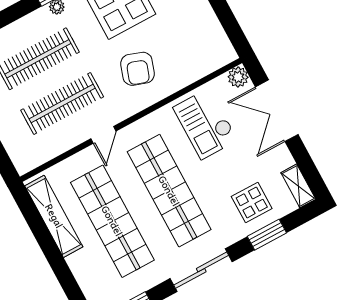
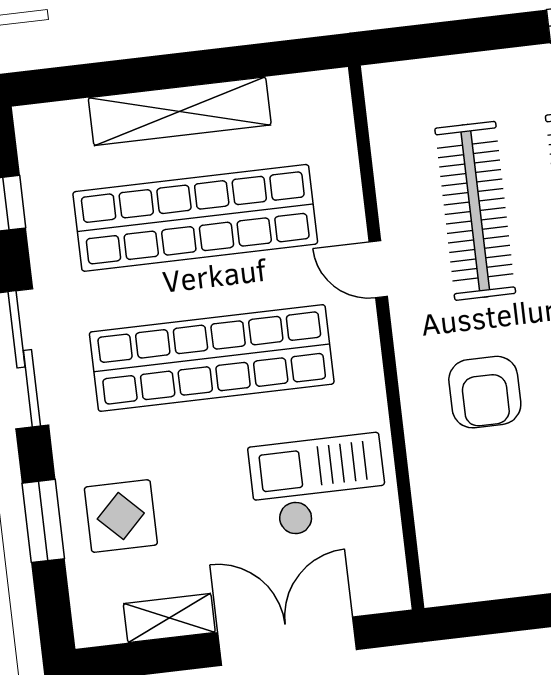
armchair: (137, 69) -> (485, 392), turned -109
plant: (238, 77) -> (387, 590), removed
shelving: (298, 186) -> (169, 618), moved
shelving: (54, 216) -> (180, 111), moved

